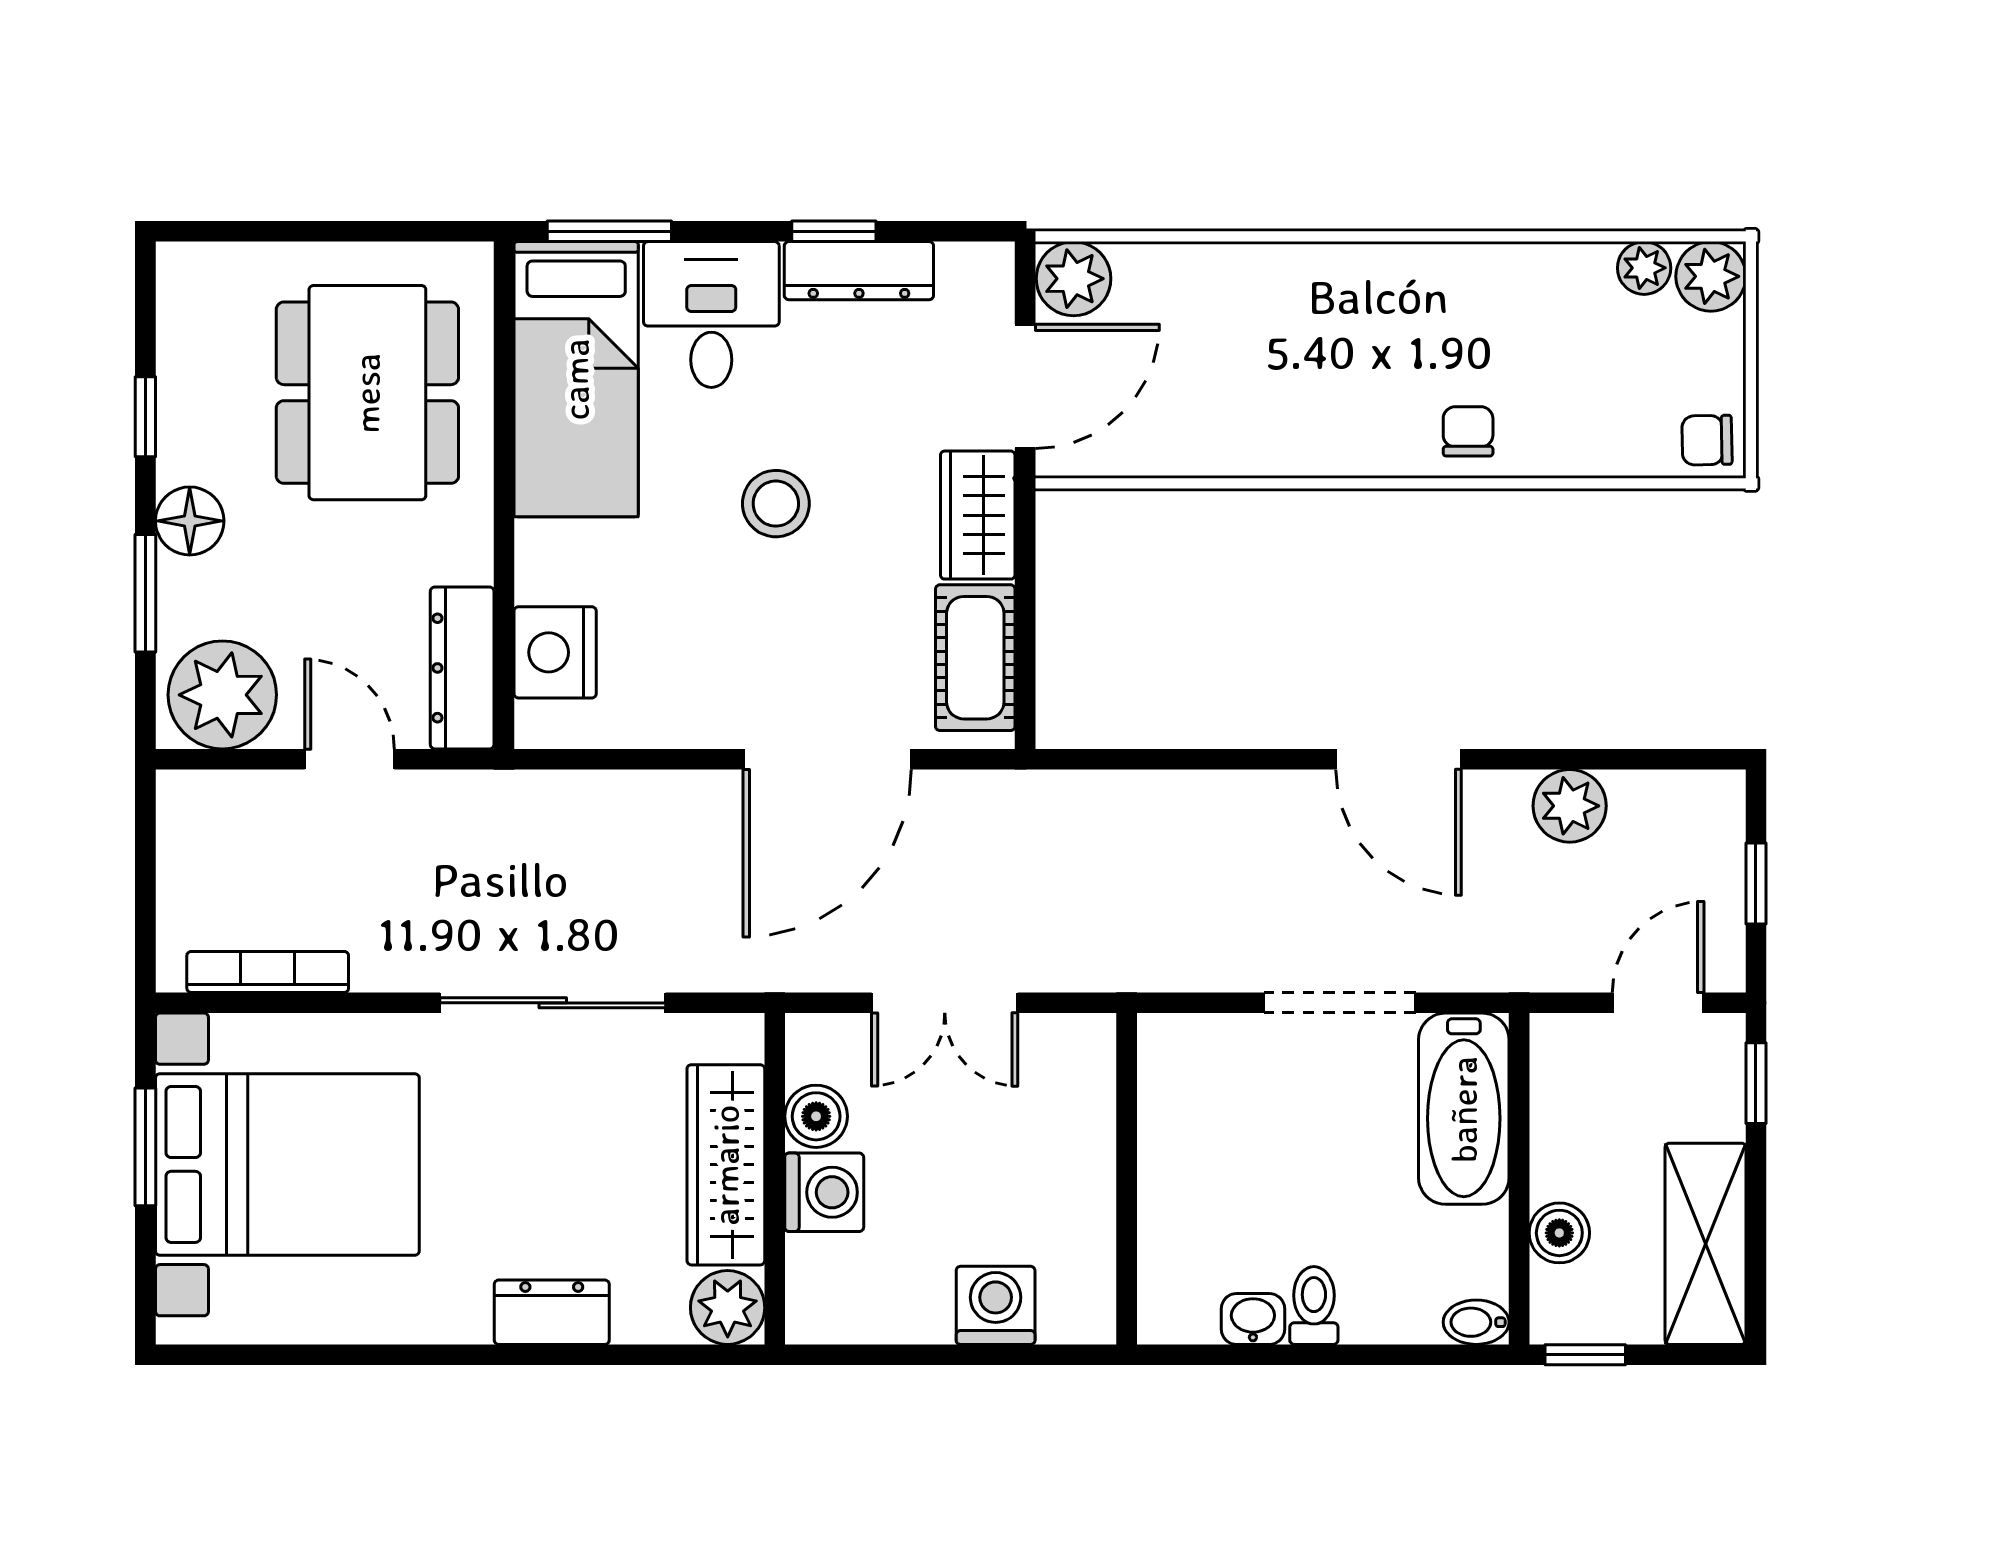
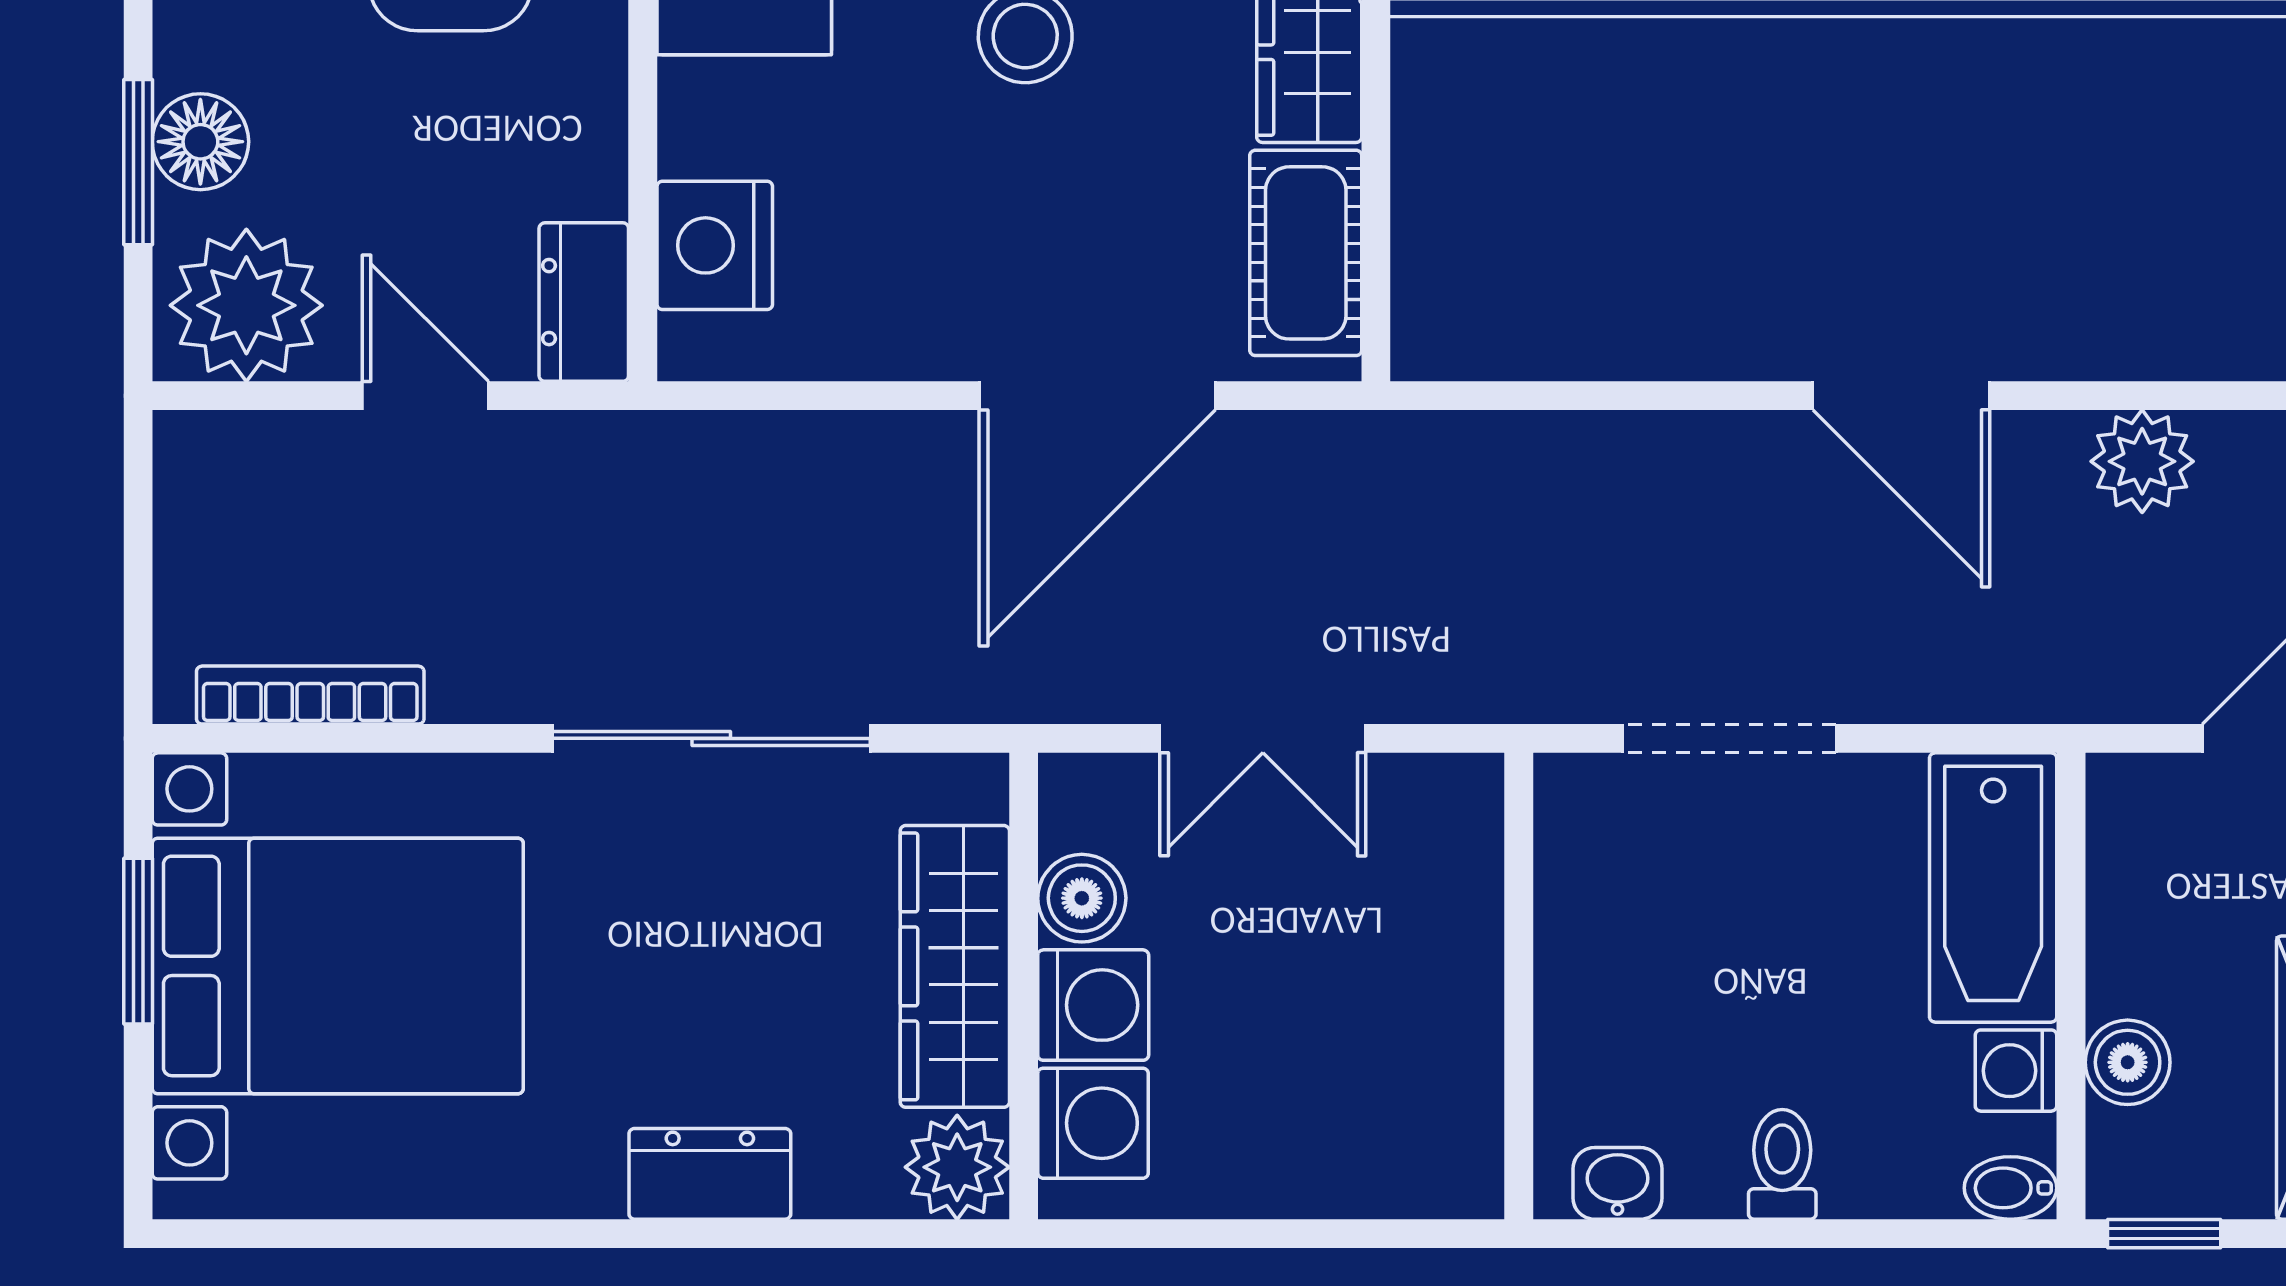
floor lamp: (190, 521) -> (200, 142), moved
dresser: (462, 668) -> (584, 302), width x0.70
doorway: (1340, 1003) -> (1729, 738), moved
washing machine: (1480, 1239) -> (2016, 1071), added
washing machine: (996, 1305) -> (1093, 1123), moved, turned 90
washbasin: (1253, 1319) -> (1617, 1183), moved

